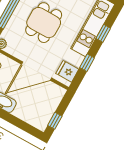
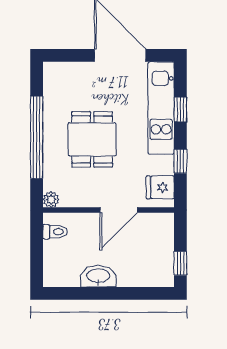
door: (36, 71) -> (119, 210), width x0.73

